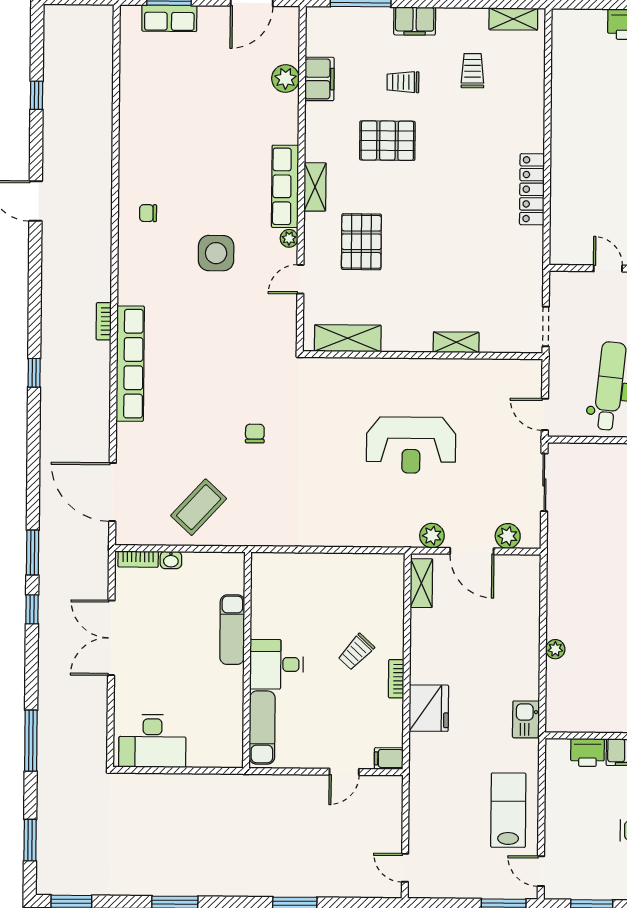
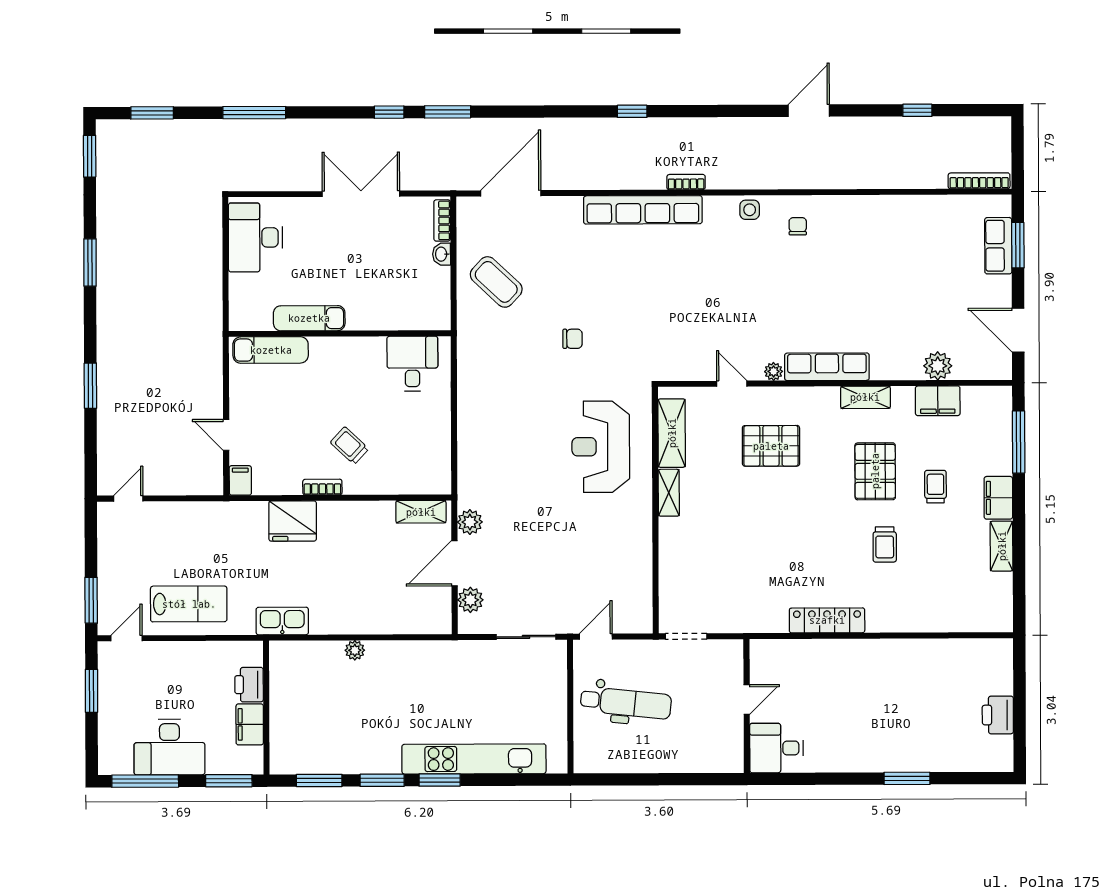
shelving: (513, 19) -> (1002, 546), moved
bookcase: (106, 36) -> (979, 181), added
trolley: (472, 71) -> (885, 544), moved, turned 90
shelving: (315, 187) -> (865, 397), moved
side table: (216, 253) -> (750, 210), moved, width x0.54, depth x0.54
shelving: (456, 342) -> (669, 493), moved
reception desk: (411, 445) -> (601, 447), moved
exam couch: (232, 630) -> (309, 318), moved
desk: (276, 664) -> (412, 364), moved
kitchen sink: (526, 719) -> (282, 621), width x1.38

